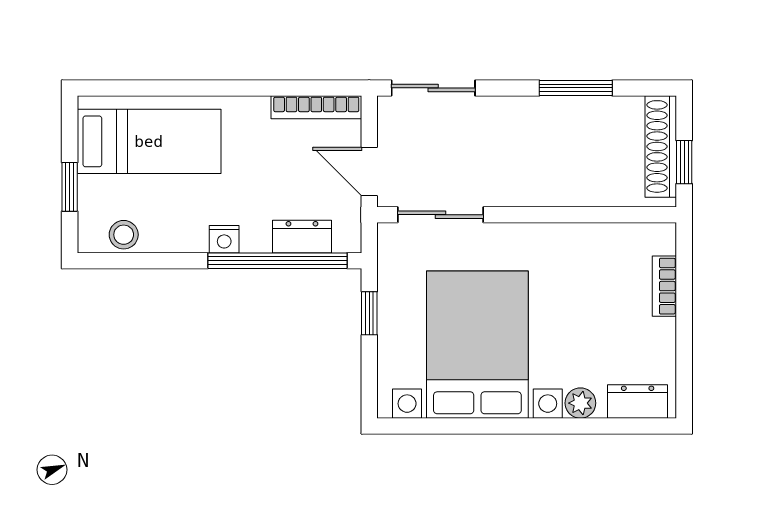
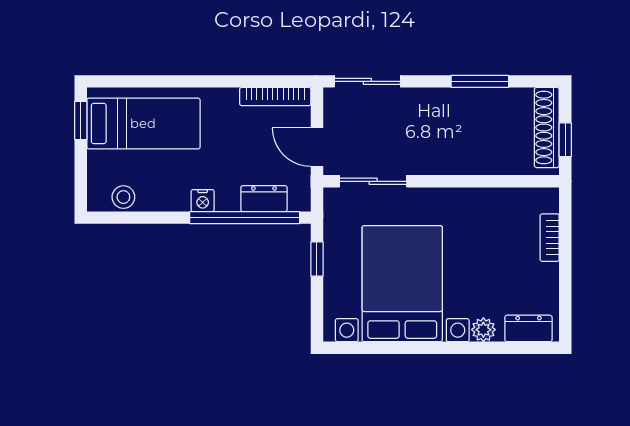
window: (70, 187) -> (81, 120), moved

